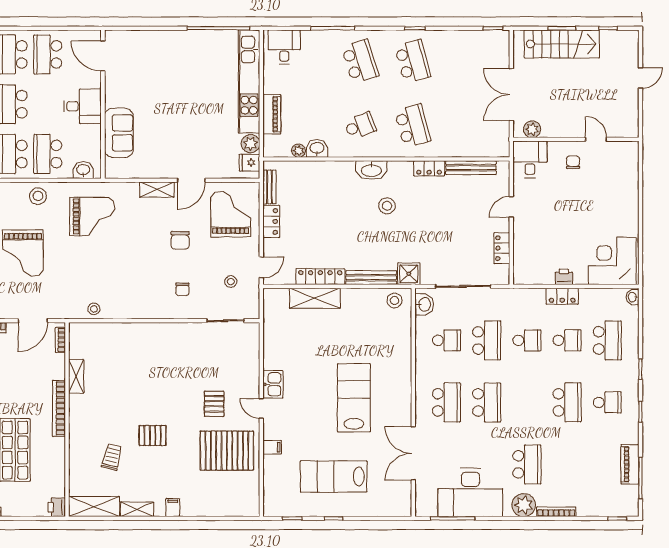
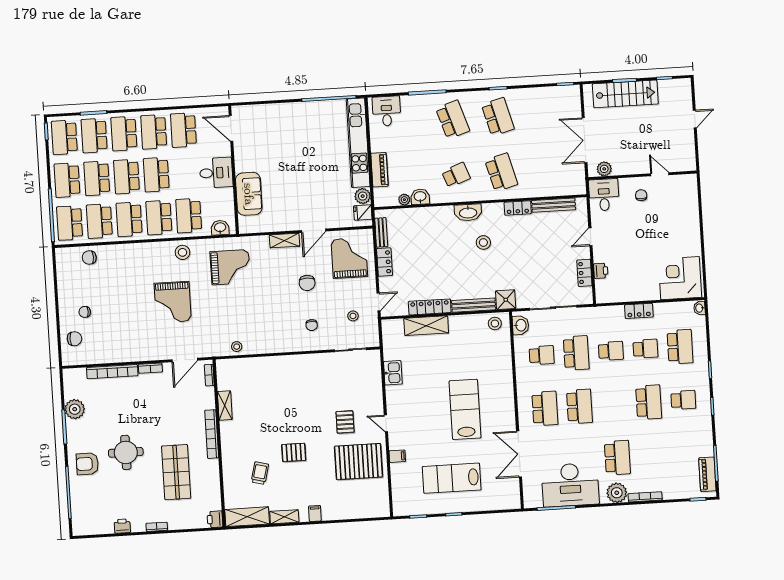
printer: (564, 277) -> (601, 271), moved, turned 90
kitchen sink: (273, 384) -> (393, 373), moved
piano: (630, 464) -> (707, 474), moved

